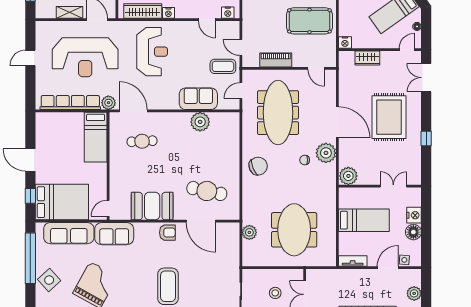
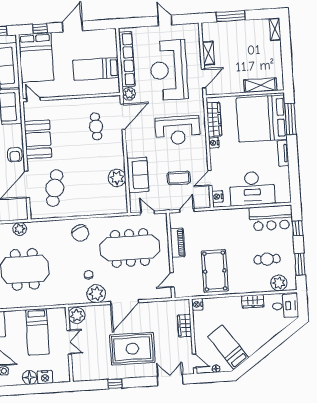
coffee table: (223, 66) -> (179, 178), moved, turned 90
bed: (96, 137) -> (96, 69), moved
double door: (393, 186) -> (69, 342), moved

